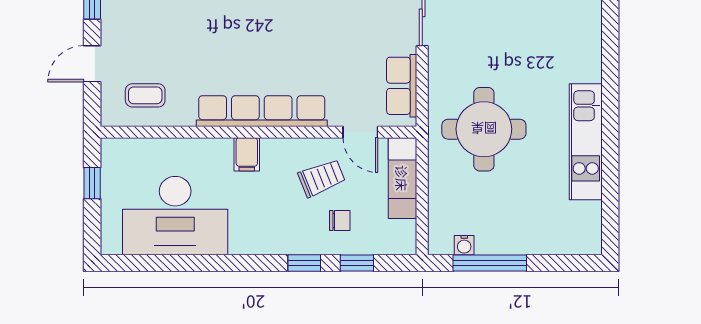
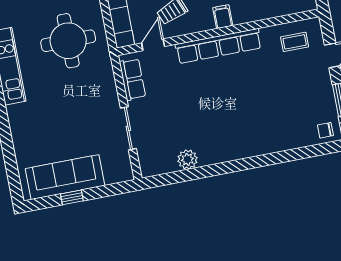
round table: (484, 129) -> (68, 41), moved
door: (360, 132) -> (153, 45), hinge flipped

